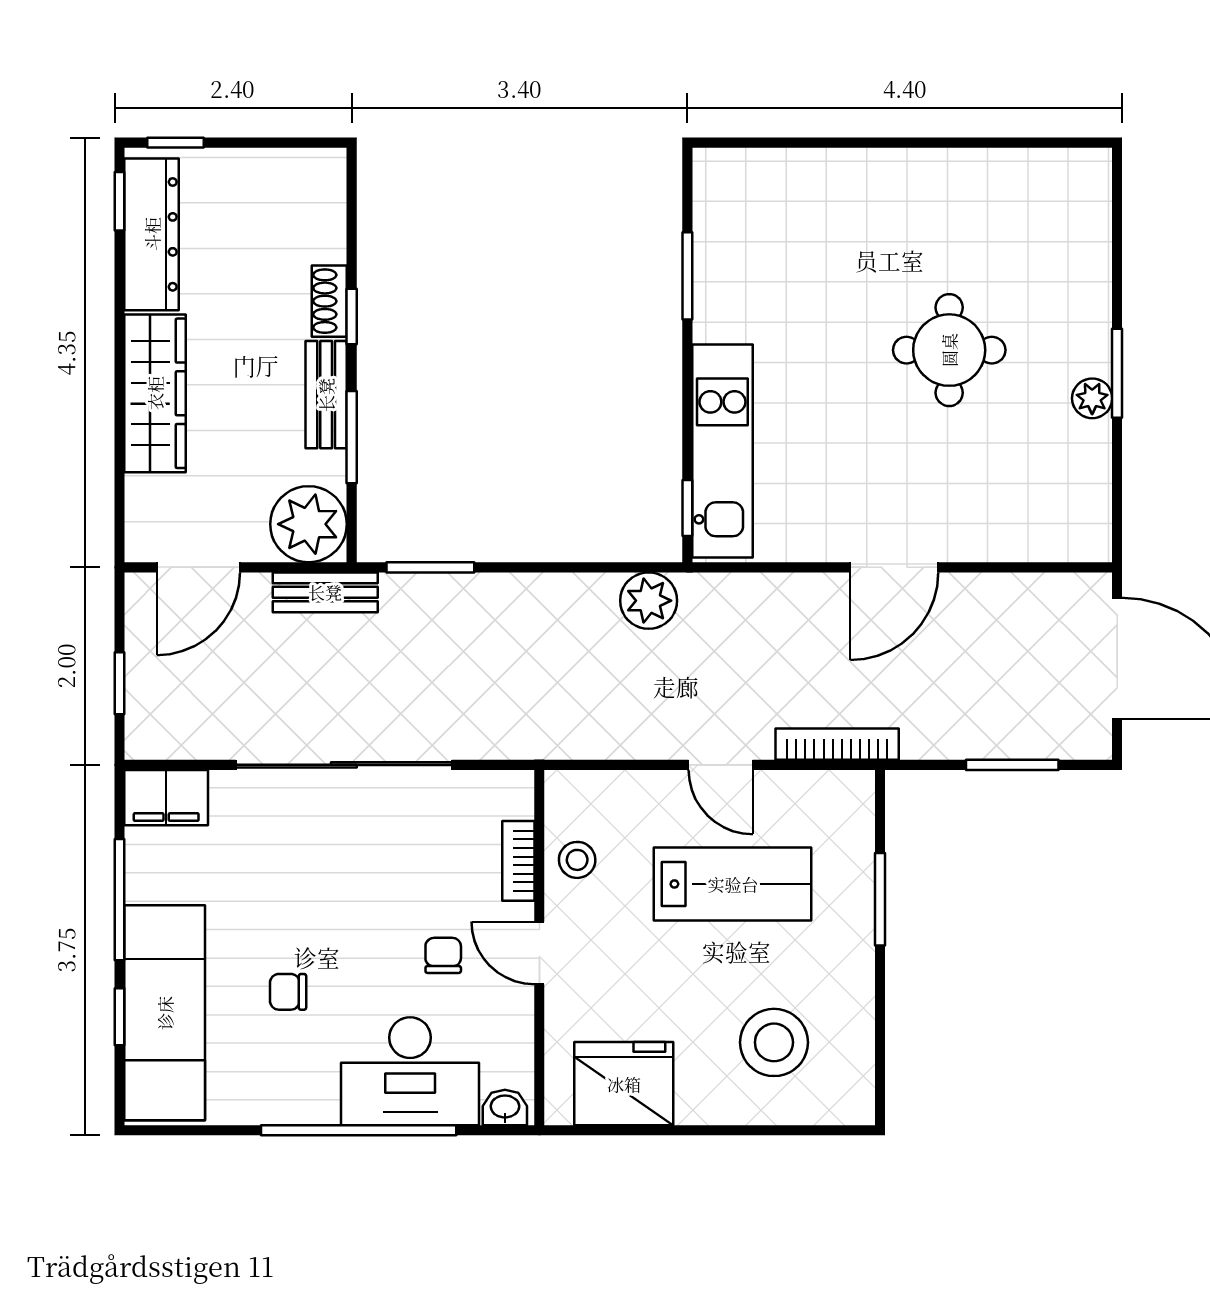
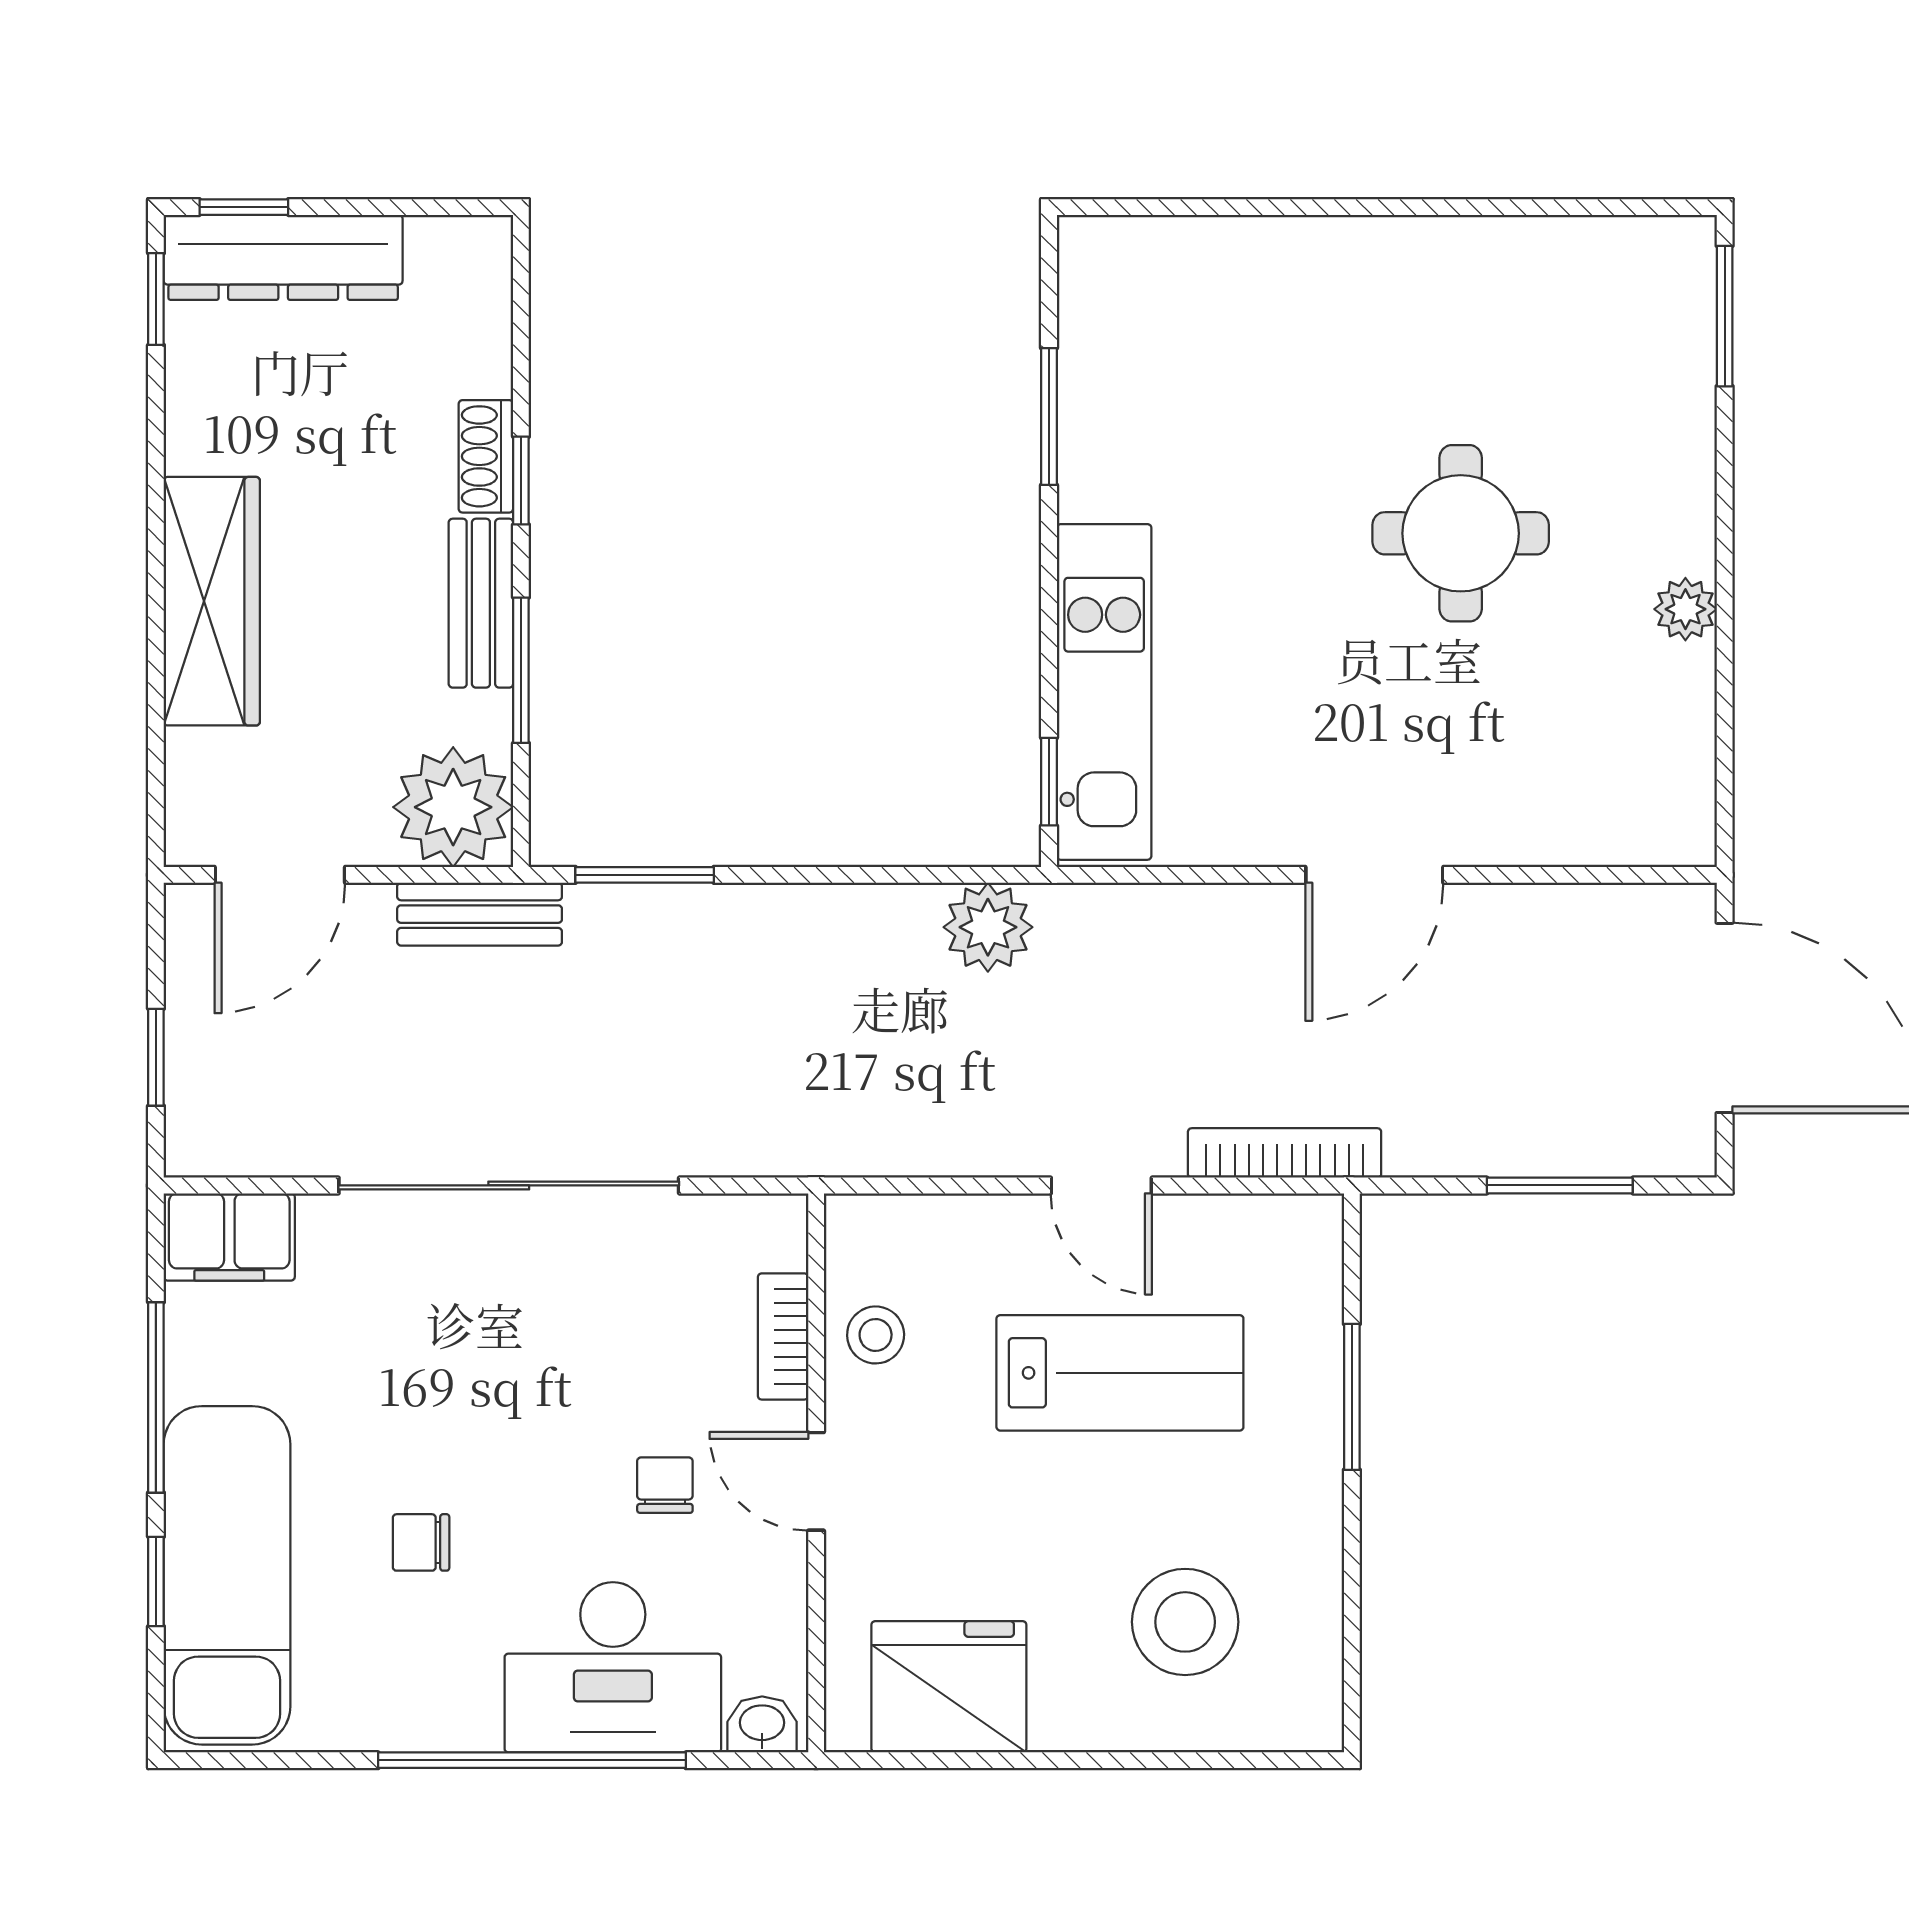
dresser: (152, 234) -> (283, 257), moved, turned 90
window: (1117, 373) -> (1725, 316), moved

